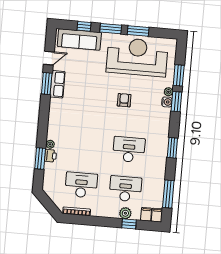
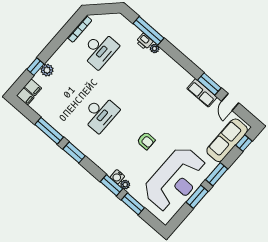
window: (84, 26) -> (244, 143), moved
window: (40, 158) -> (149, 31), width x1.44
desk: (125, 189) -> (68, 86), removed
window: (168, 194) -> (49, 131), moved

